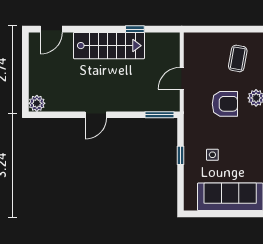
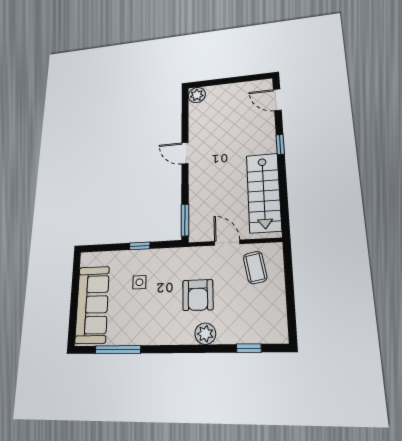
window: (135, 29) -> (280, 144), moved
stairs: (109, 46) -> (264, 193), moved
coffee table: (238, 58) -> (255, 268), moved, turned 70

